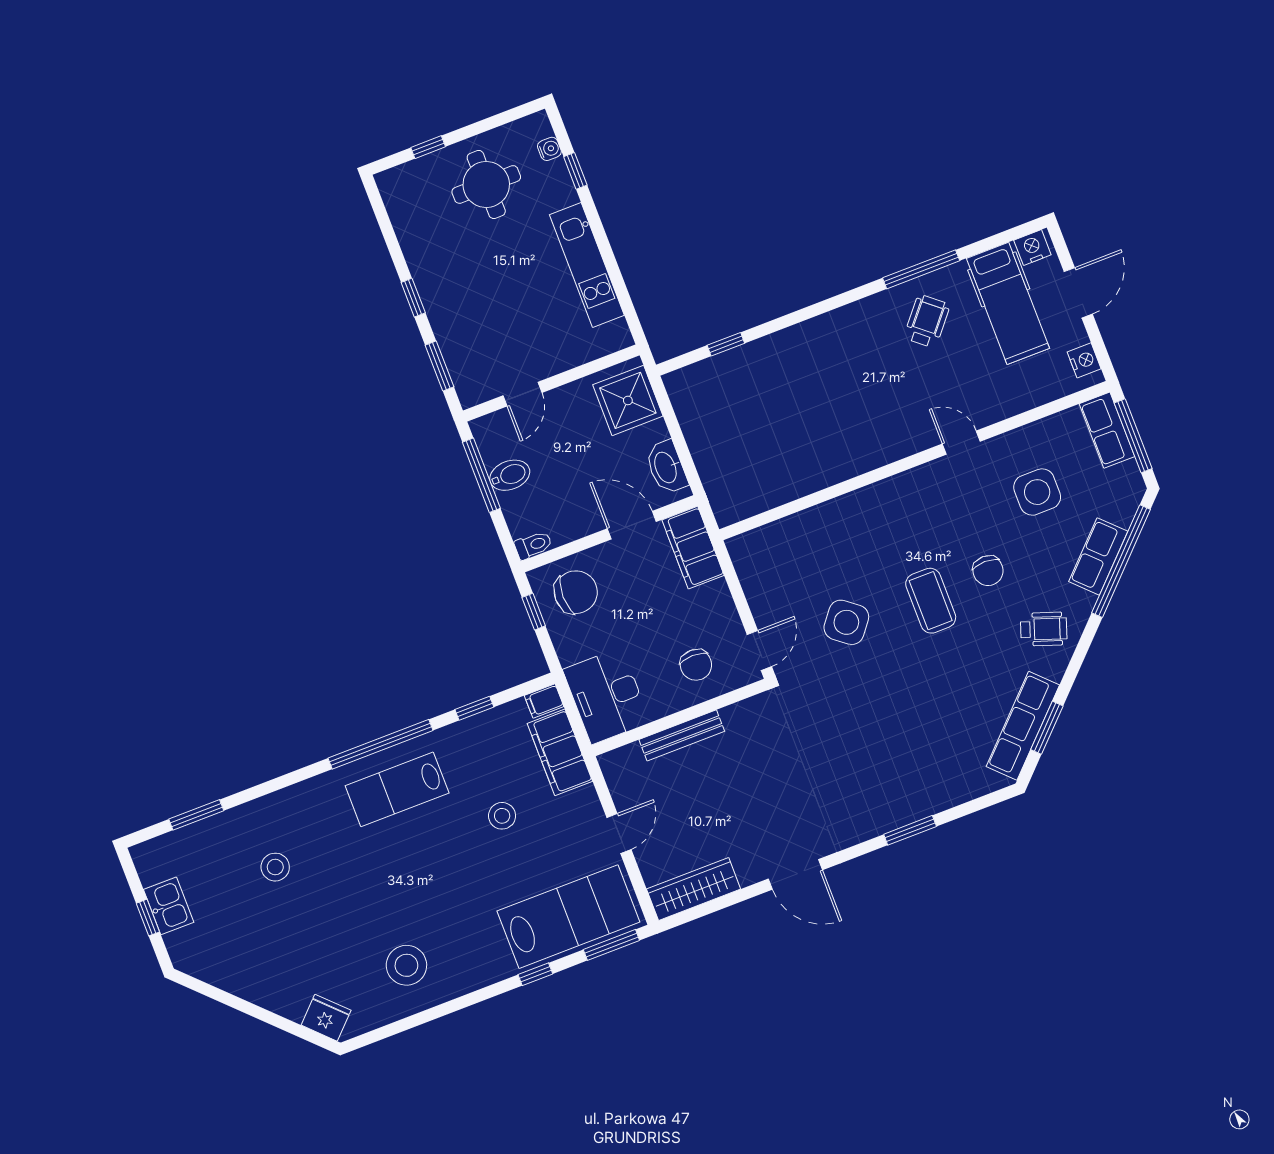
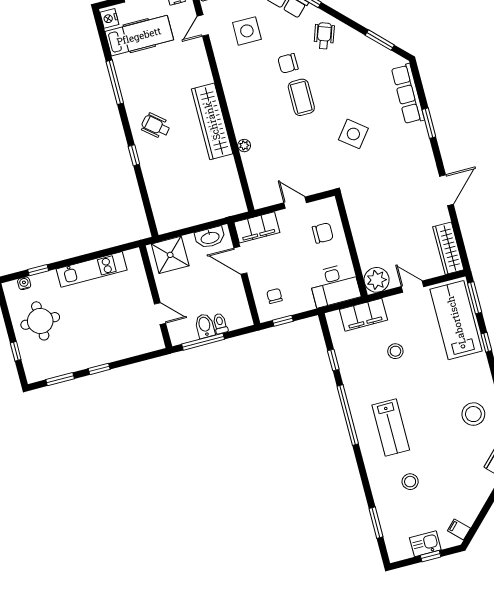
wheelchair: (927, 321) -> (156, 126), moved
window: (726, 344) -> (134, 155), moved
window: (439, 366) -> (60, 379), moved
door: (961, 443) -> (203, 25), moved
wardrobe: (871, 448) -> (212, 121), added
plant: (835, 509) -> (244, 146), added
door: (632, 525) -> (240, 260), hinge flipped
toilet: (533, 545) -> (220, 324), moved
chair: (988, 571) -> (288, 63), turned 180
chair: (576, 592) -> (274, 296), width x0.54, depth x0.54
coffee table: (931, 601) -> (301, 97), turned 90
side table: (846, 622) -> (353, 134), moved
door: (759, 650) -> (295, 203), moved
filing cabinet: (544, 701) -> (459, 530), moved, turned 135
row of seats: (1023, 726) -> (408, 94), moved, turned 45
bench: (682, 735) -> (361, 245), removed
plant: (624, 769) -> (377, 280), added
lab bench: (397, 789) -> (391, 428), moved

